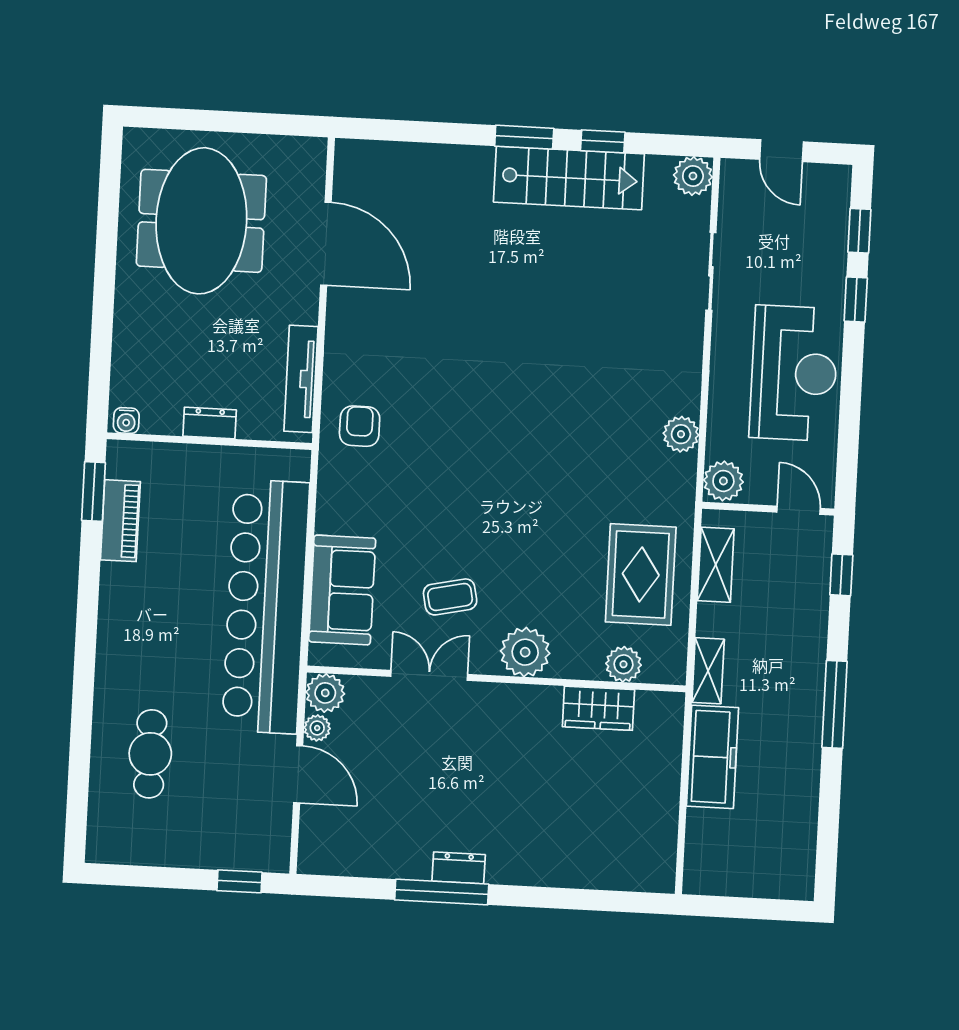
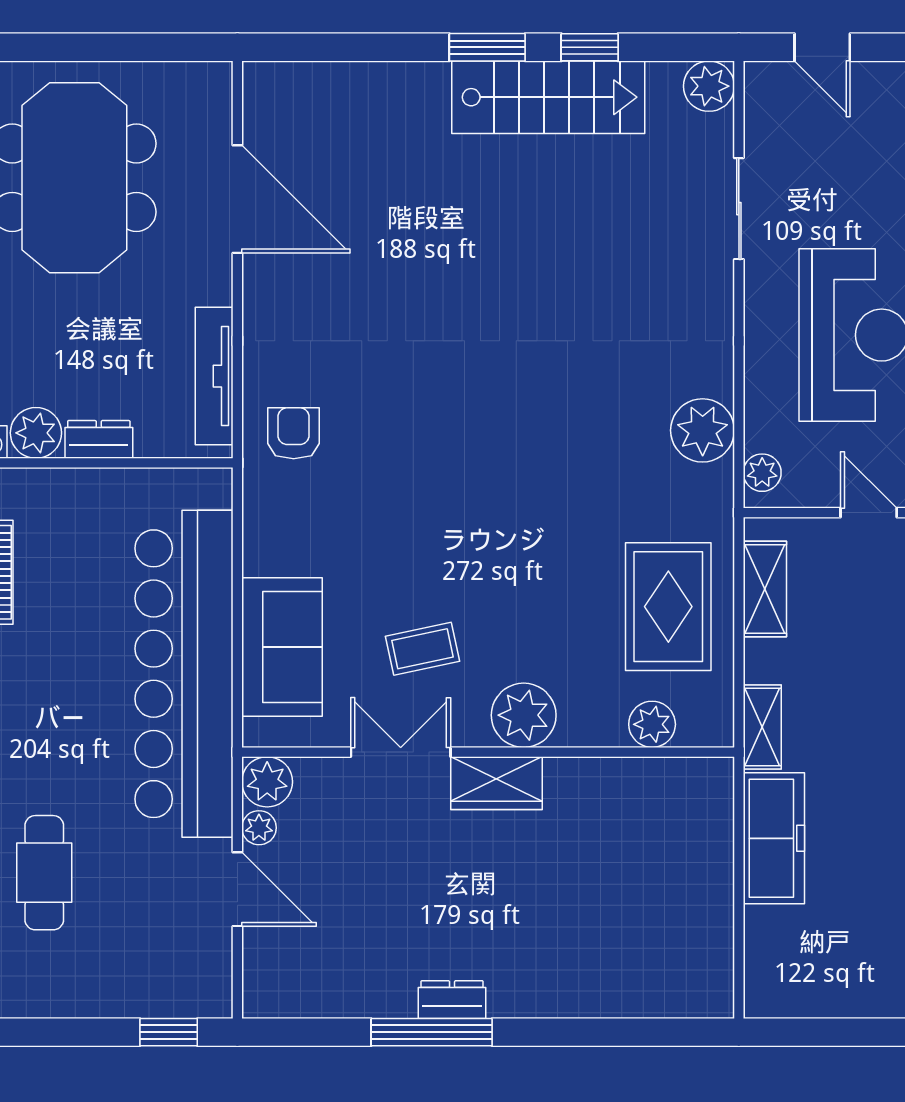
plant: (162, 415) -> (36, 433), added
plant: (681, 434) -> (703, 430), width x1.36, depth x1.36
plant: (723, 481) -> (762, 473), width x0.73, depth x0.73
wardrobe: (598, 708) -> (496, 783), moved

